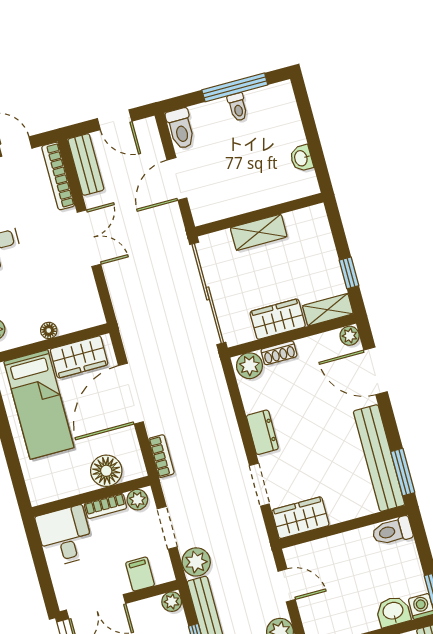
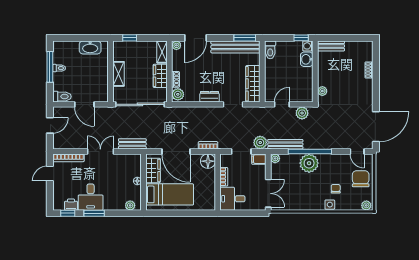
washbasin: (301, 158) -> (90, 47), width x1.91, depth x1.45
bench: (86, 164) -> (132, 144), moved
window: (349, 273) -> (130, 38), moved
floor lamp: (106, 471) -> (208, 161), moved
plant: (137, 500) -> (225, 162), removed
wardrobe: (300, 518) -> (253, 84), width x1.50
filing cabinet: (140, 574) -> (259, 159), moved

